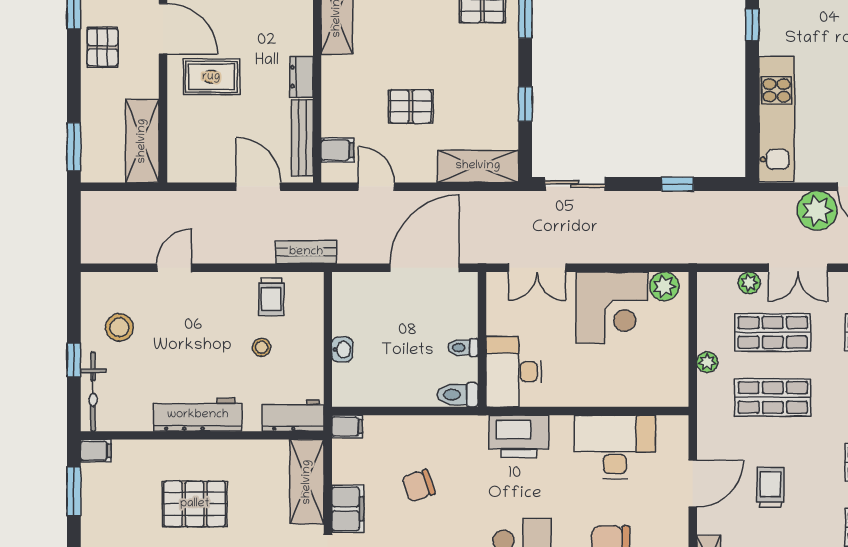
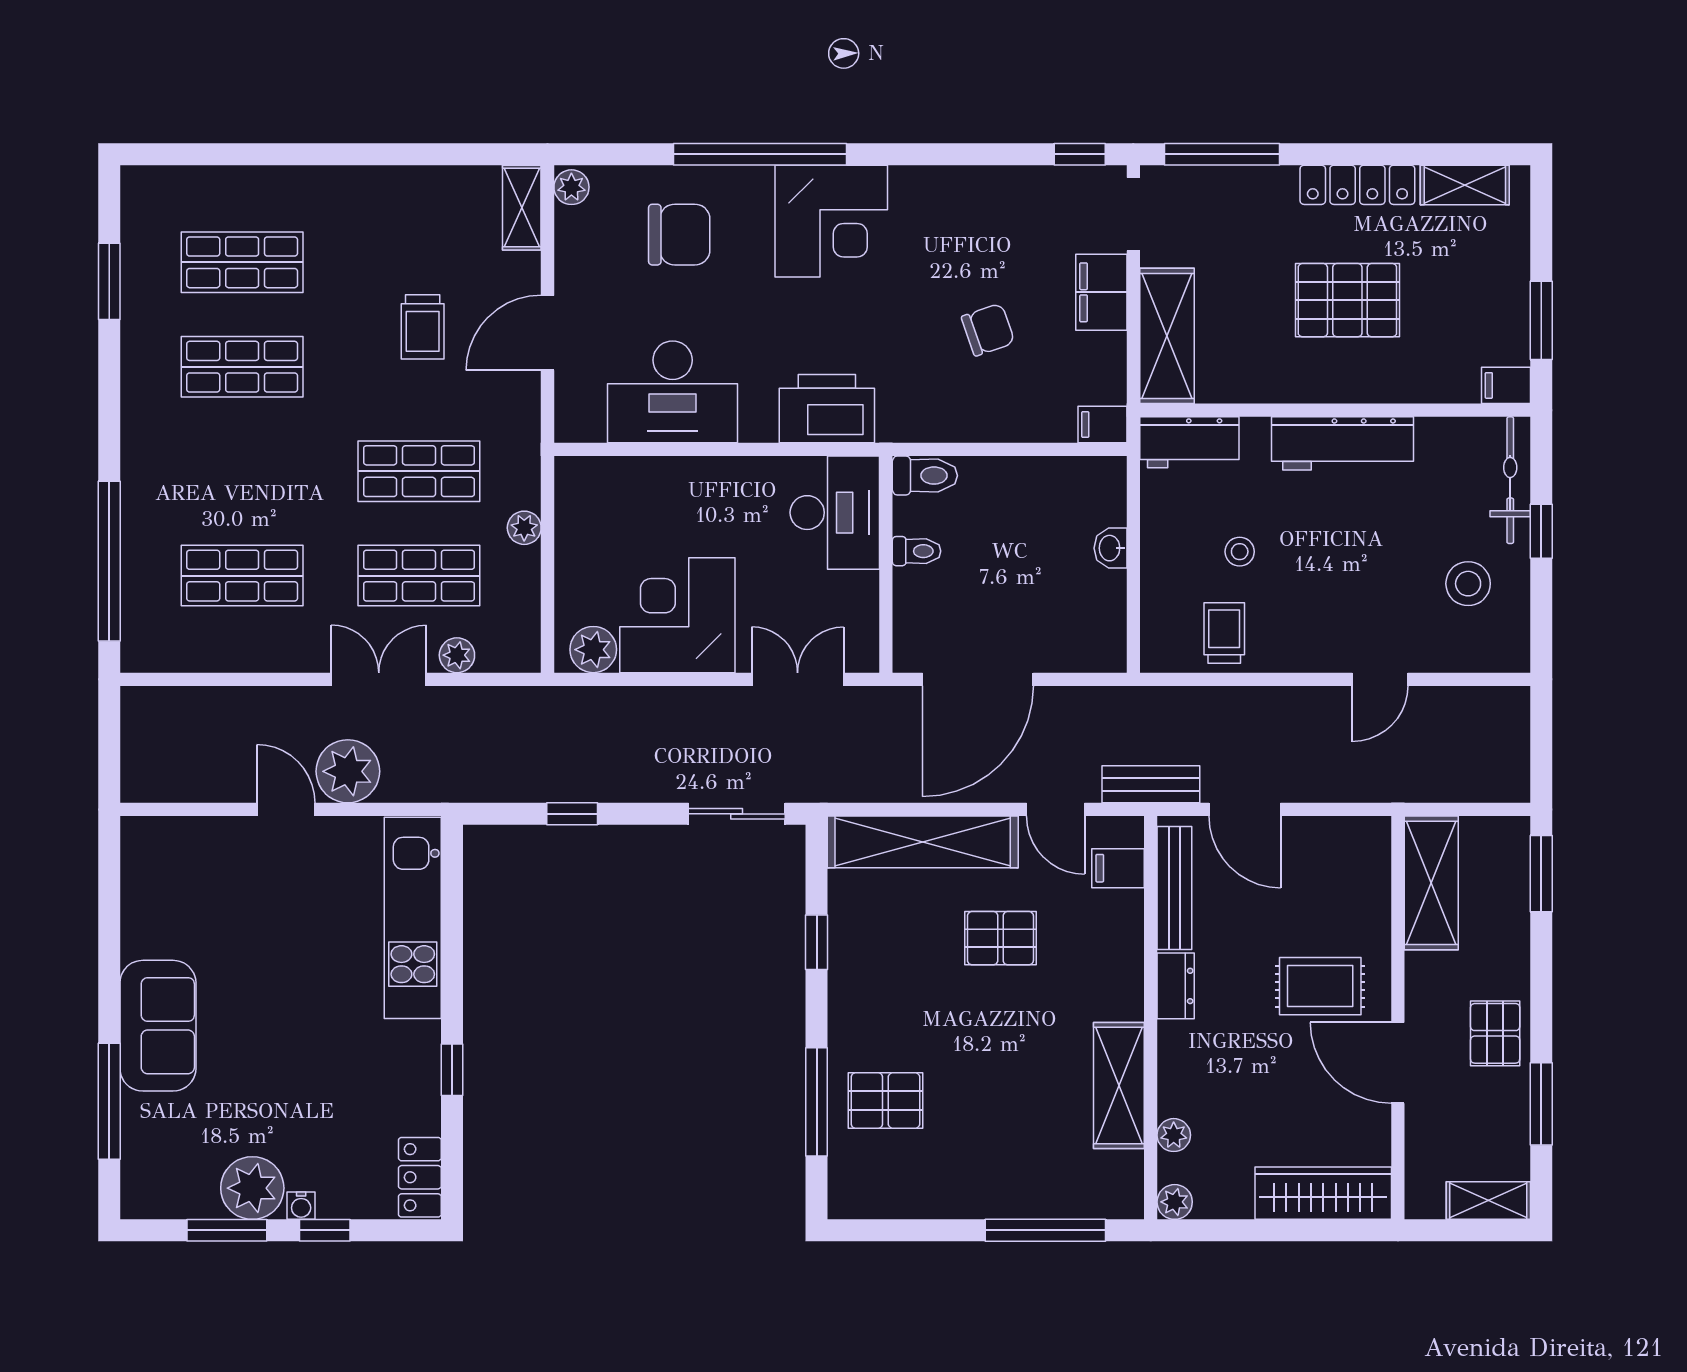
shelving: (478, 166) -> (923, 842), width x1.47
bench: (306, 252) -> (1151, 784), moved

